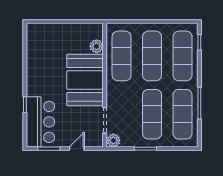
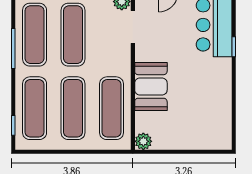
plant: (96, 46) -> (143, 141), moved
booth: (85, 80) -> (151, 86), width x0.73, depth x0.70

